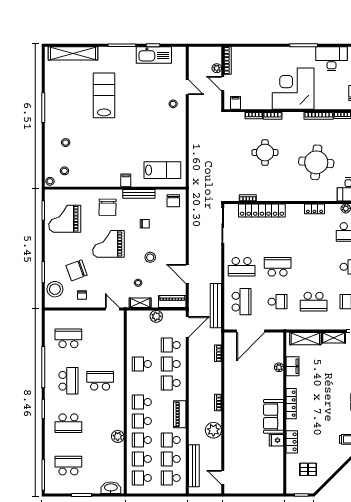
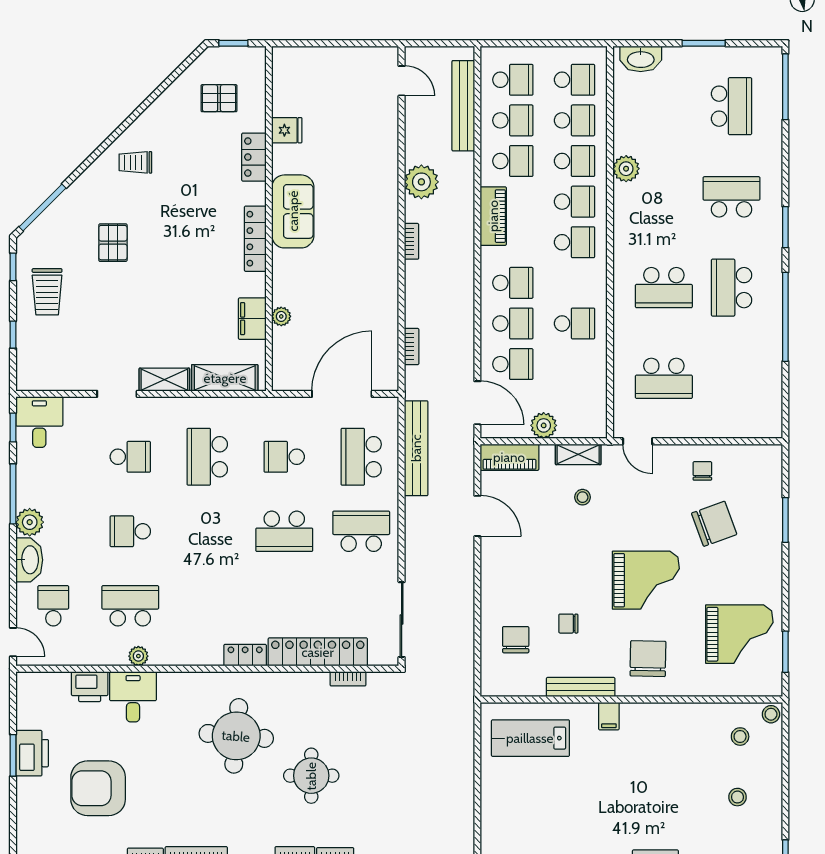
round table: (316, 162) -> (236, 736), moved
chair: (173, 201) -> (516, 640), moved
locker: (315, 209) -> (245, 655), moved
stool: (150, 257) -> (557, 552), removed
stool: (55, 289) -> (760, 483), removed
school desk: (314, 302) -> (207, 457), turned -90
door: (187, 327) -> (477, 403), swing flipped
school desk: (68, 338) -> (664, 378), moved
fridge: (276, 440) -> (287, 130), moved
school desk: (68, 466) -> (732, 106), turned -90

